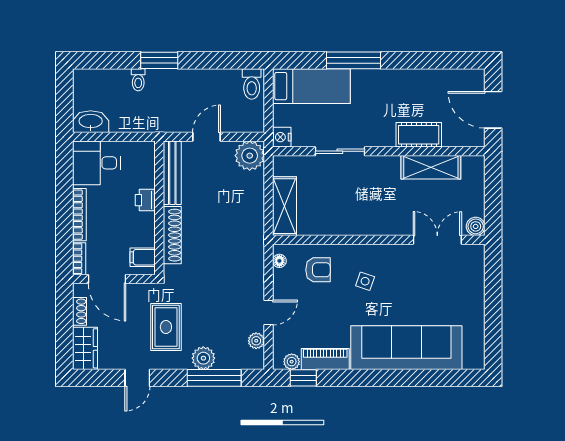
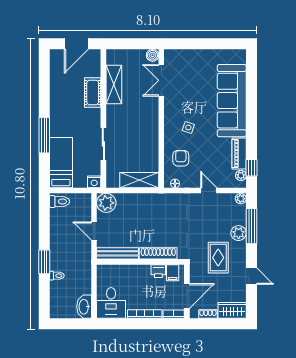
printer: (145, 200) -> (158, 271), moved
rug: (166, 327) -> (218, 258), turned 90
plant: (256, 341) -> (241, 199), moved

